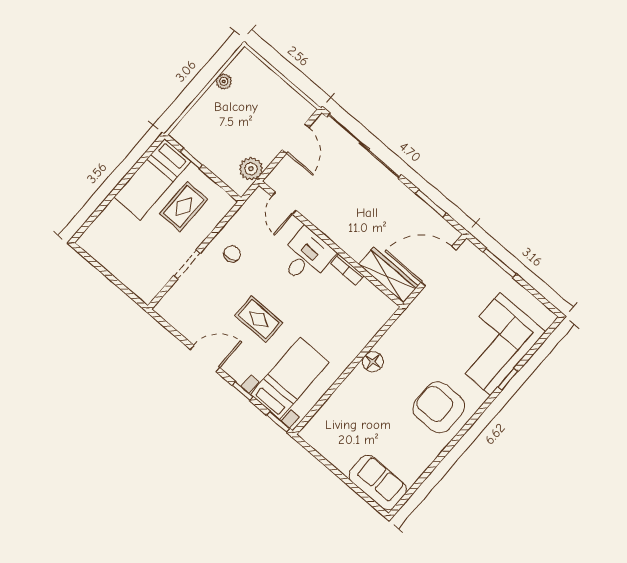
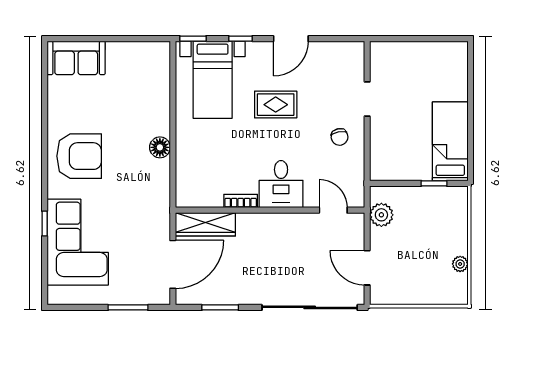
rug: (184, 206) -> (408, 141), removed

